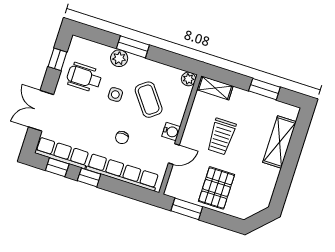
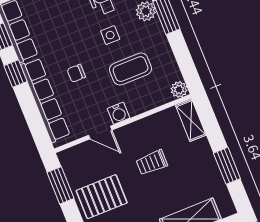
coffee table: (149, 100) -> (131, 69), turned 37
trolley: (221, 137) -> (152, 162), width x0.73, depth x0.72

